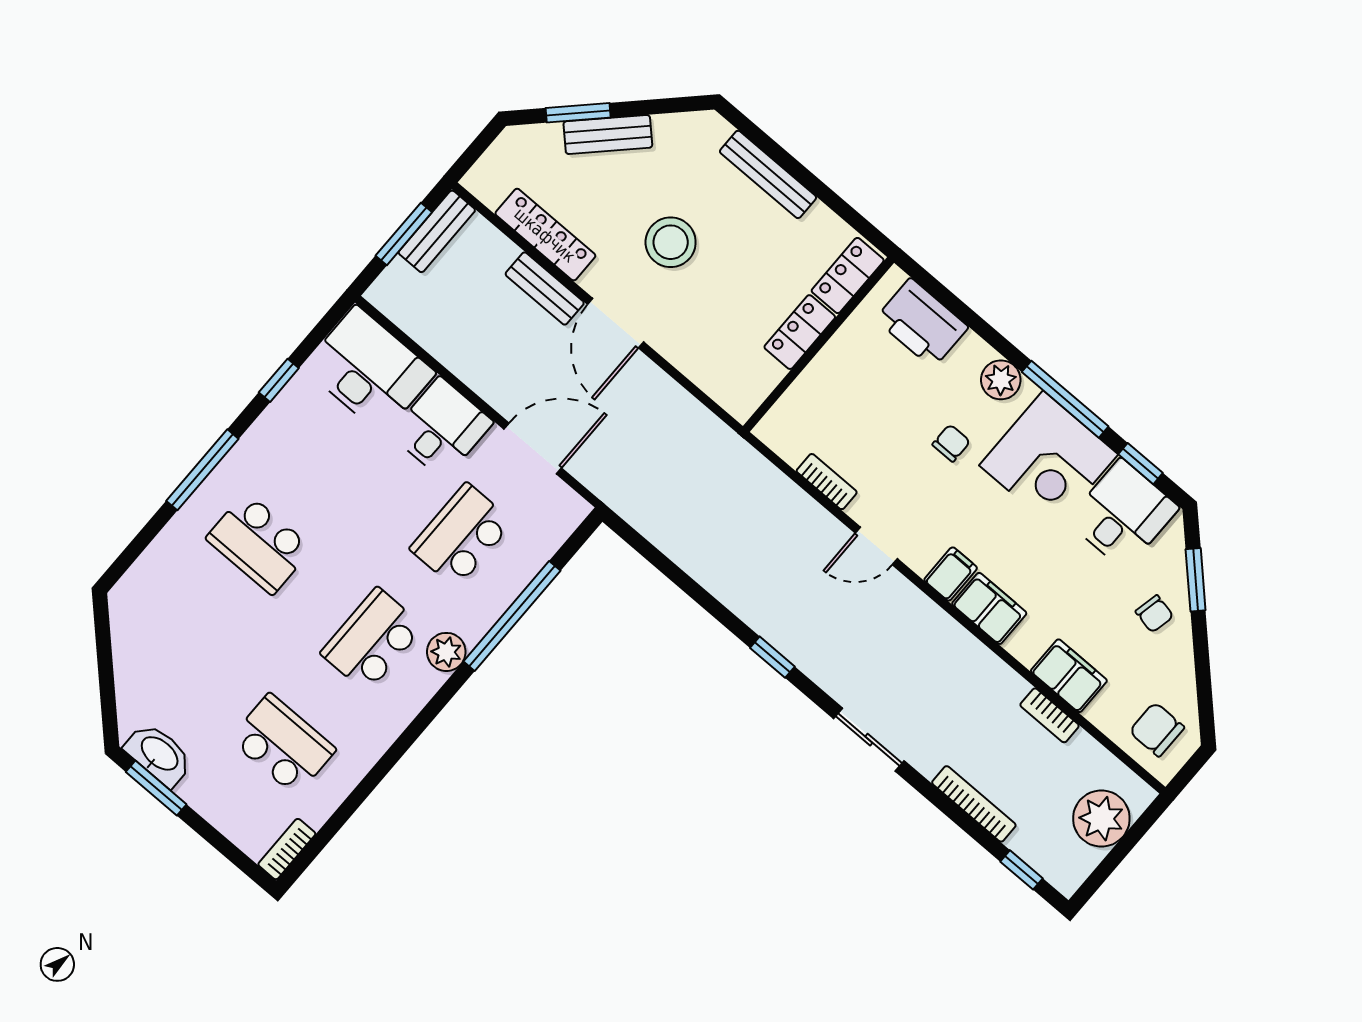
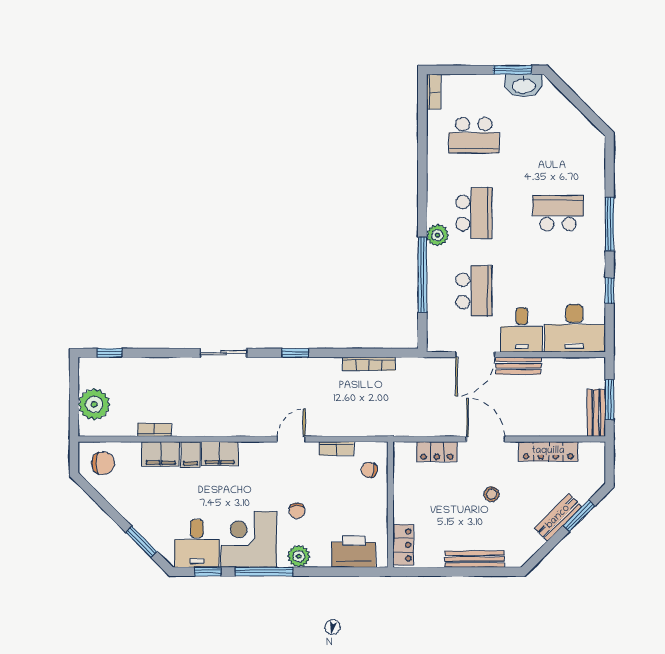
stool: (671, 242) -> (492, 494), width x0.53, depth x0.53
bench: (545, 289) -> (518, 366), moved
locker: (800, 332) -> (437, 452), moved, turned 90
filing cabinet: (951, 574) -> (190, 454), moved
chair: (1154, 614) -> (369, 470), moved
bookcase: (974, 804) -> (369, 364), moved

